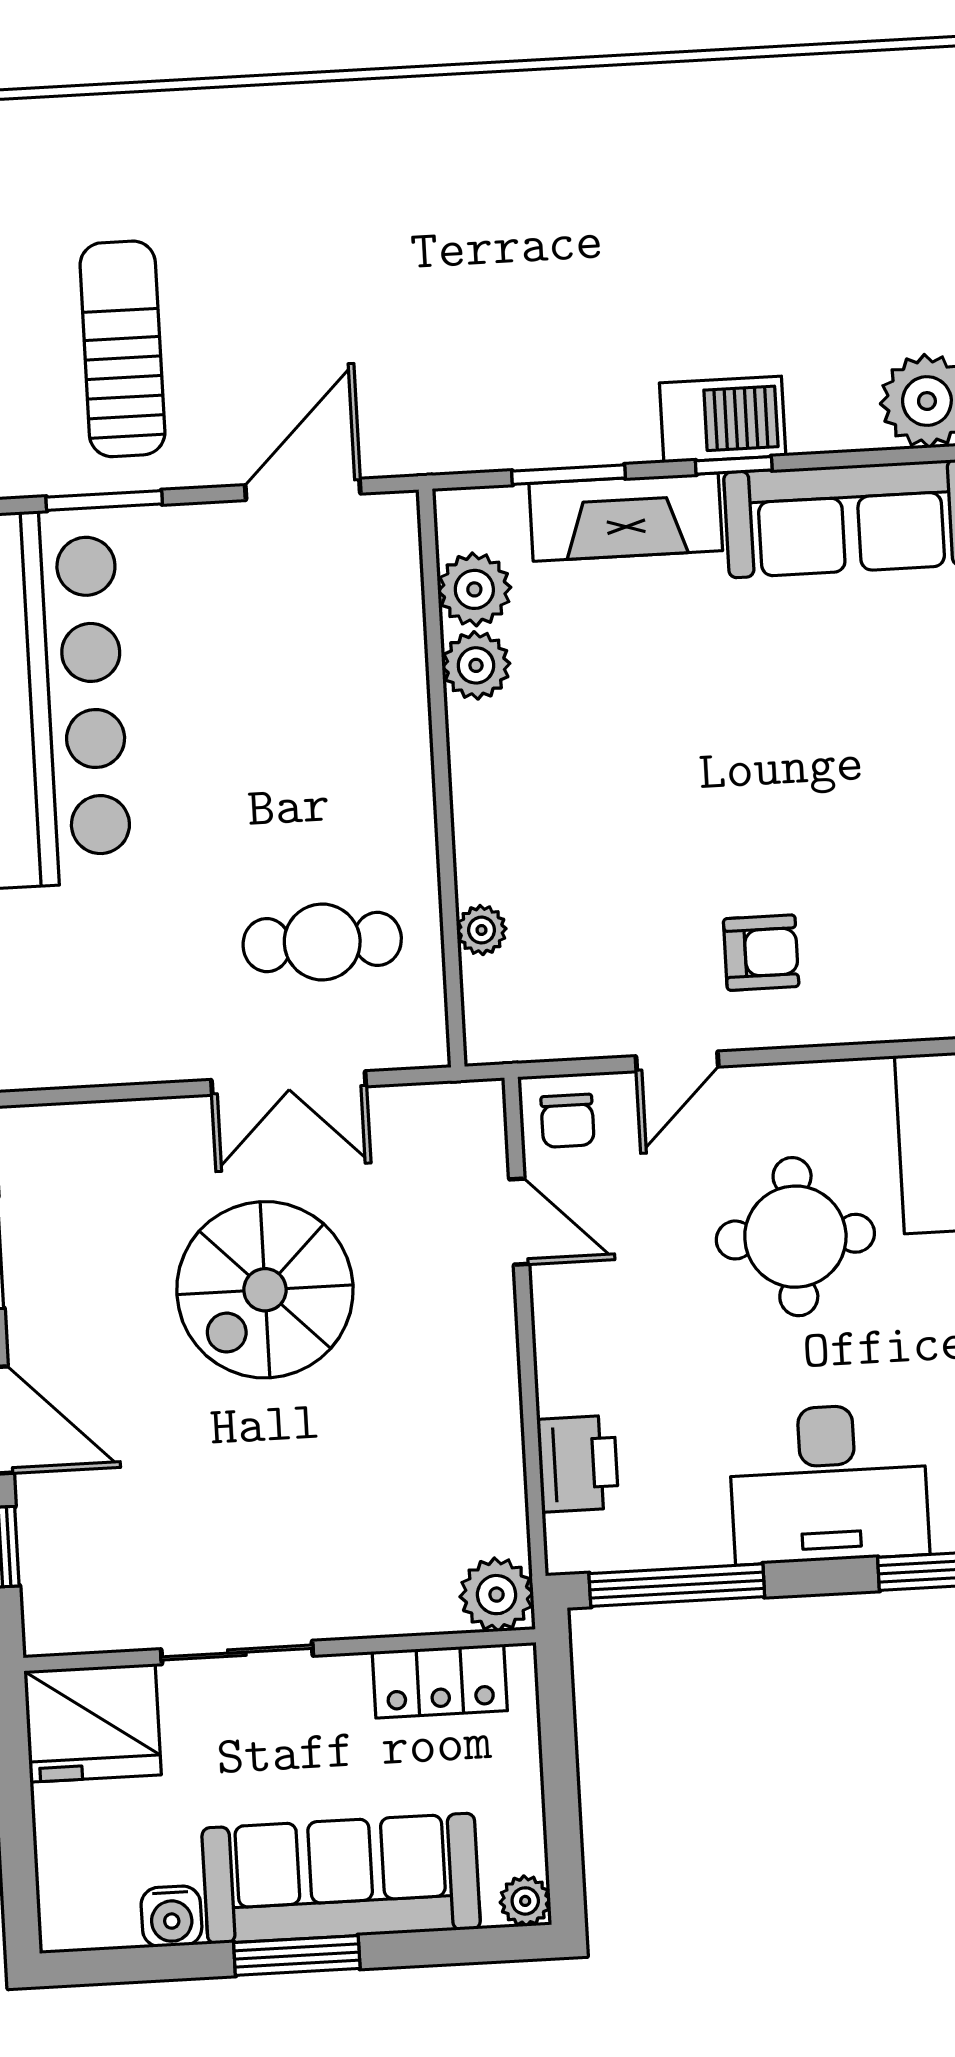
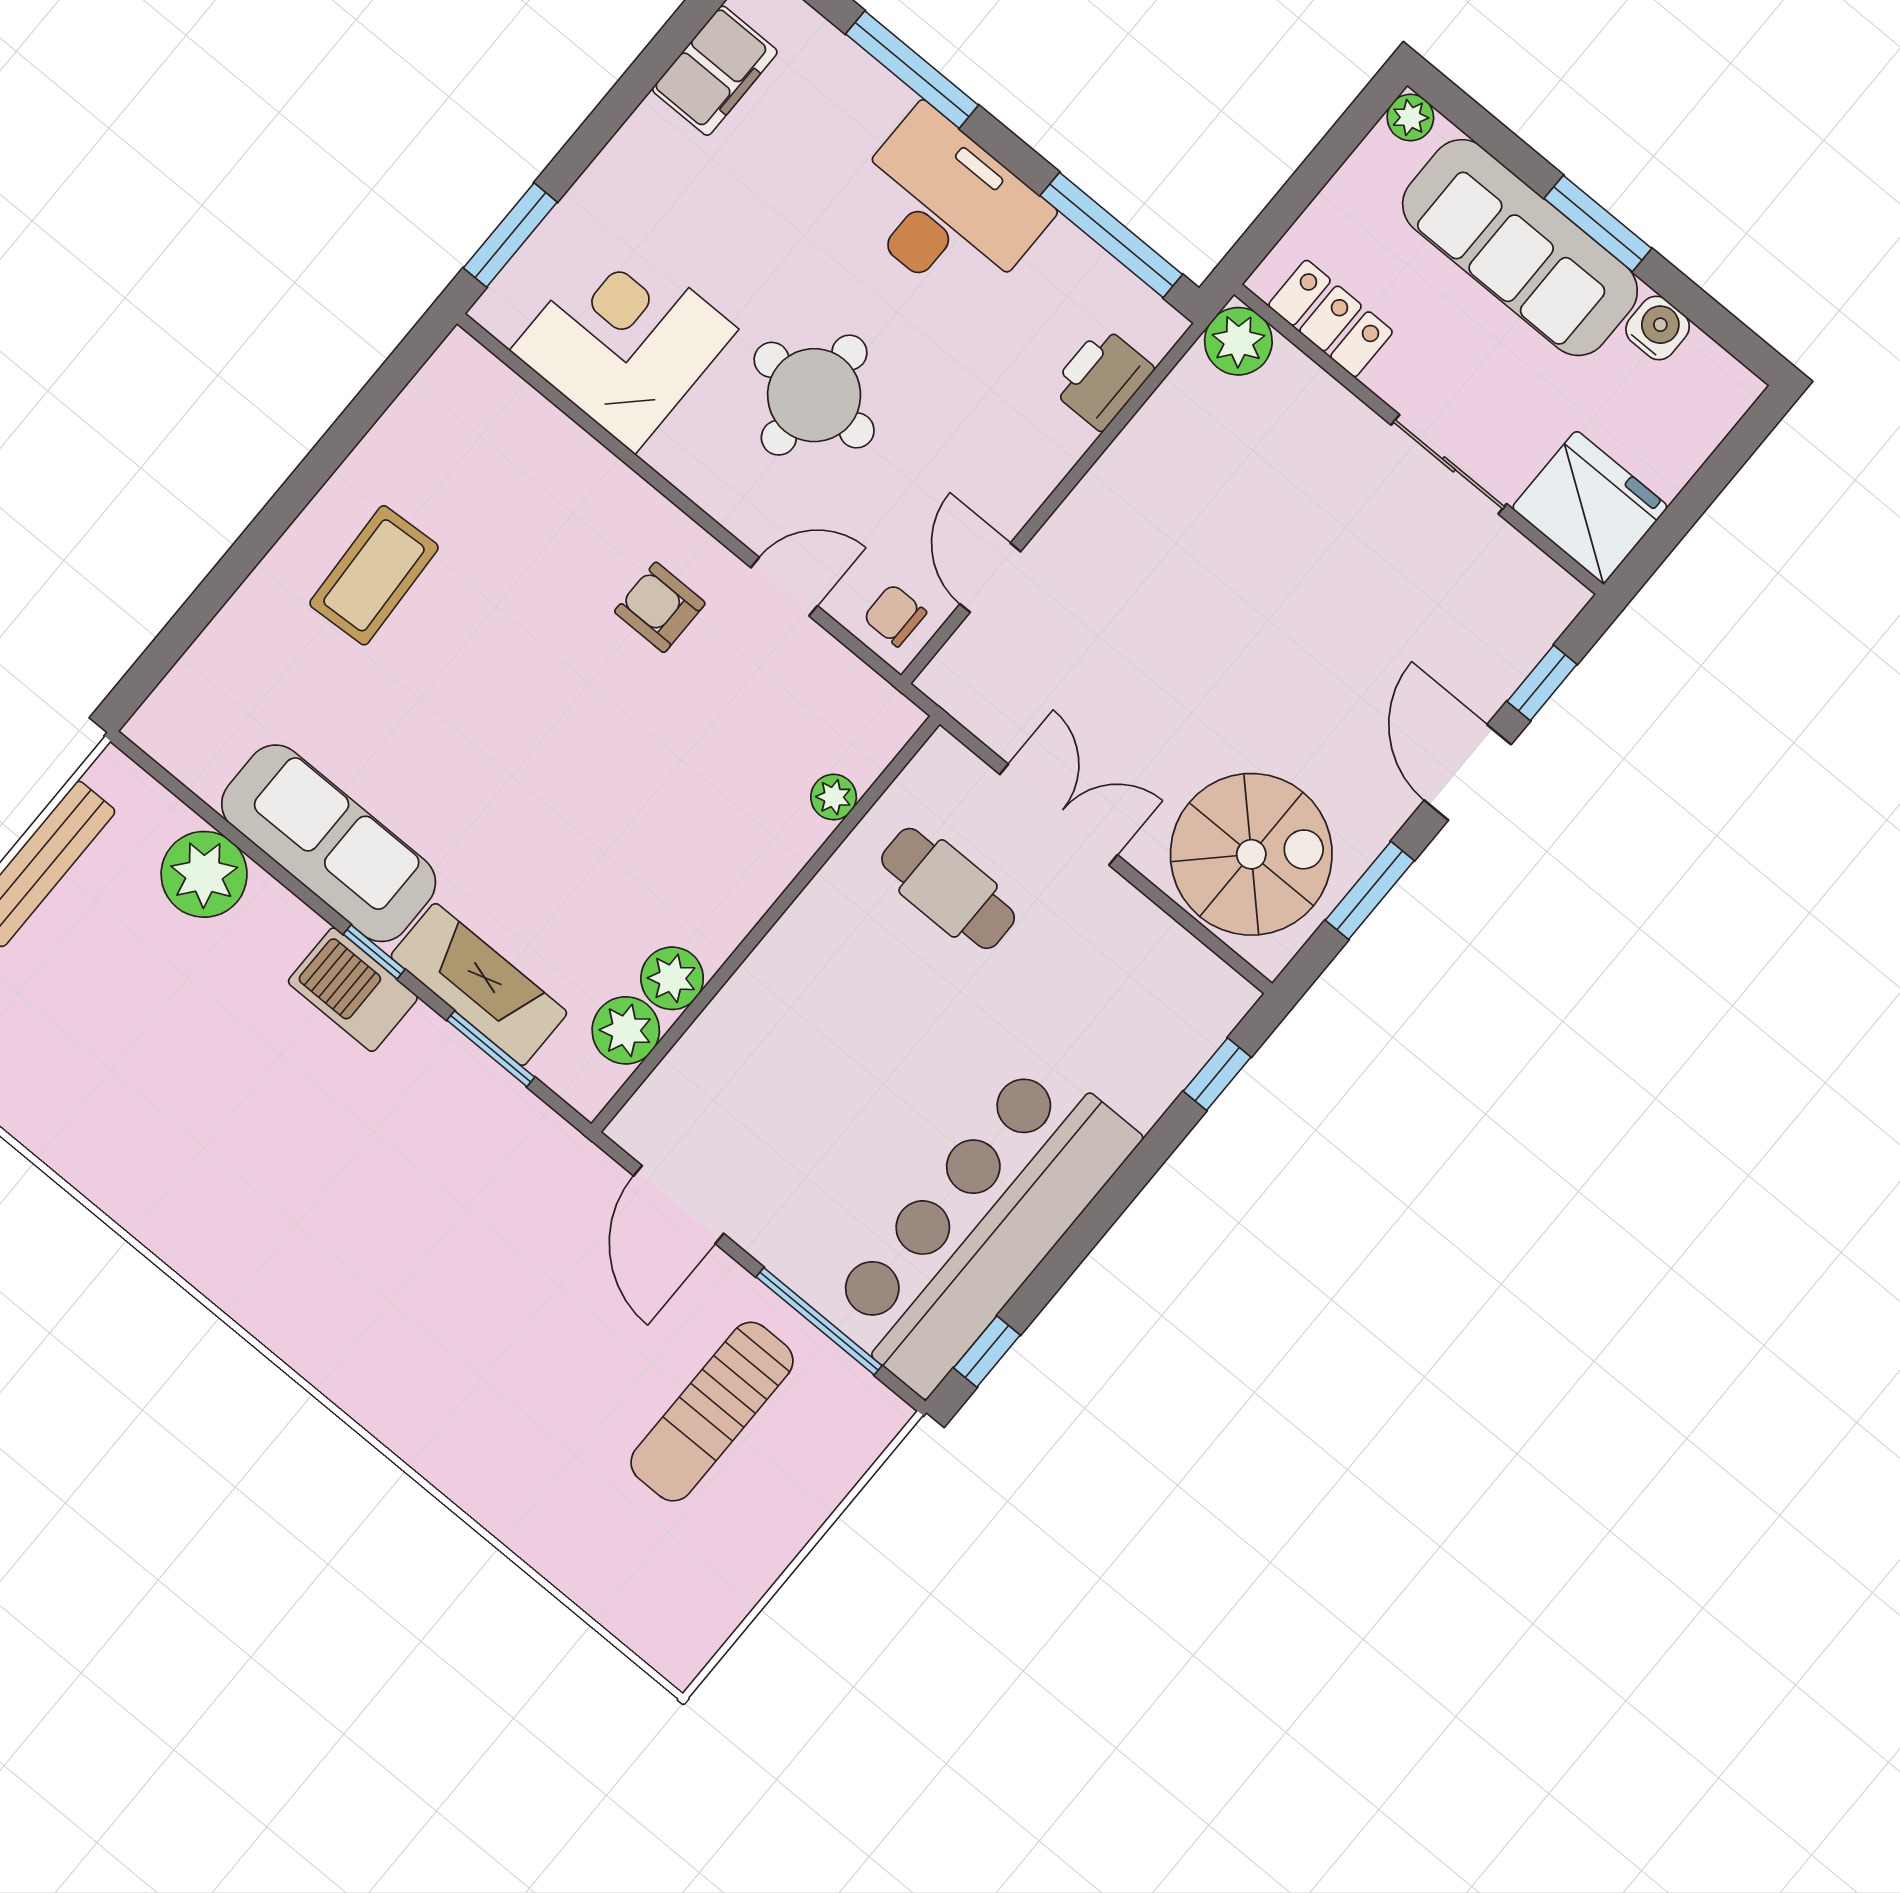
door: (303, 489) -> (679, 1205), hinge flipped
window: (104, 501) -> (819, 1321), width x1.44
chair: (568, 1121) -> (895, 615), turned -90
spiral stairs: (265, 1290) -> (1251, 854), moved

